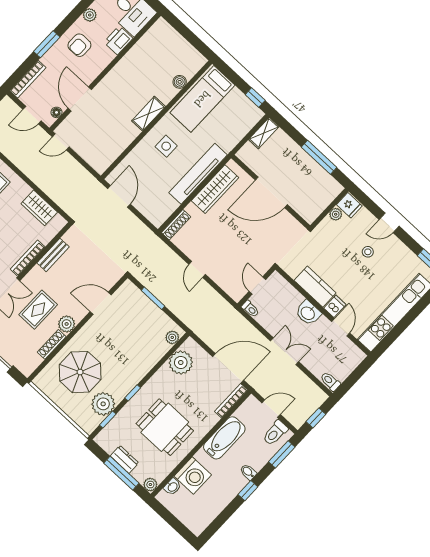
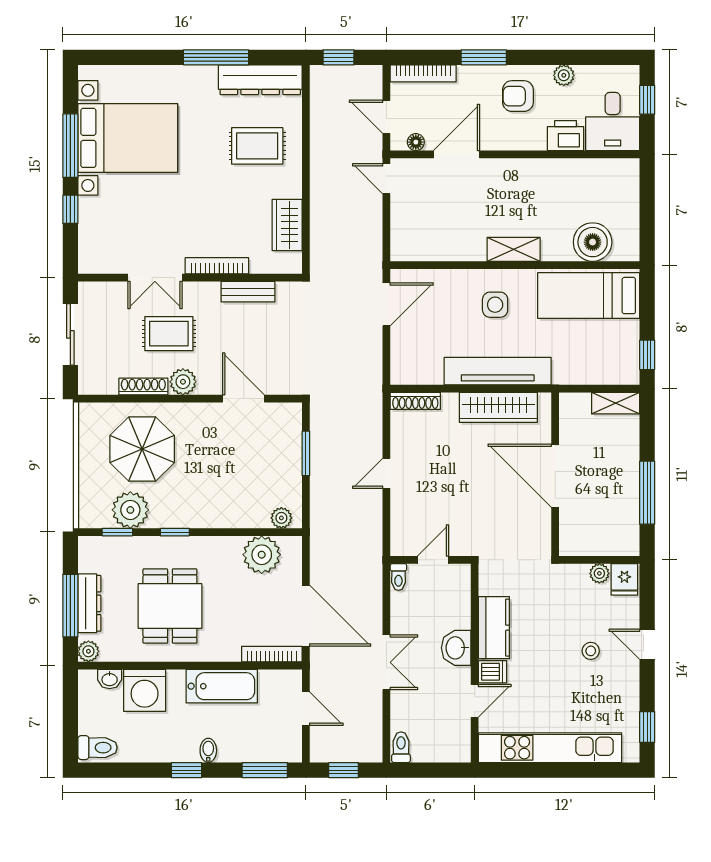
boiler: (180, 82) -> (593, 242), width x1.86, depth x1.86
toilet: (275, 433) -> (98, 748), moved, turned 180
dresser: (124, 459) -> (89, 603), width x1.44

